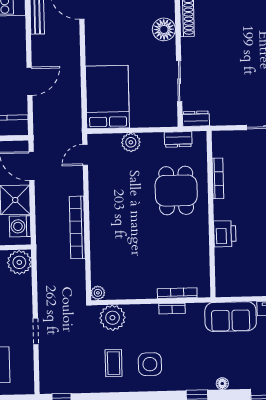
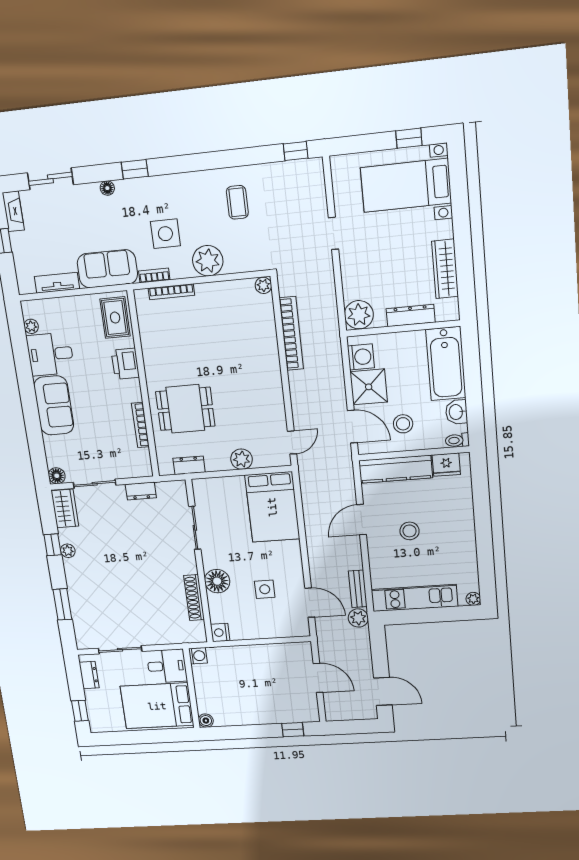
side table: (121, 20) -> (265, 589), added
dresser: (196, 119) -> (141, 491), moved
dining table: (176, 191) -> (185, 409), turned 90
bookcase: (77, 227) -> (291, 333), moved
rug: (229, 275) -> (115, 318), added
bookcase: (172, 309) -> (154, 275), moved
plant: (112, 318) -> (208, 261), moved
side table: (150, 364) -> (165, 234), moved

